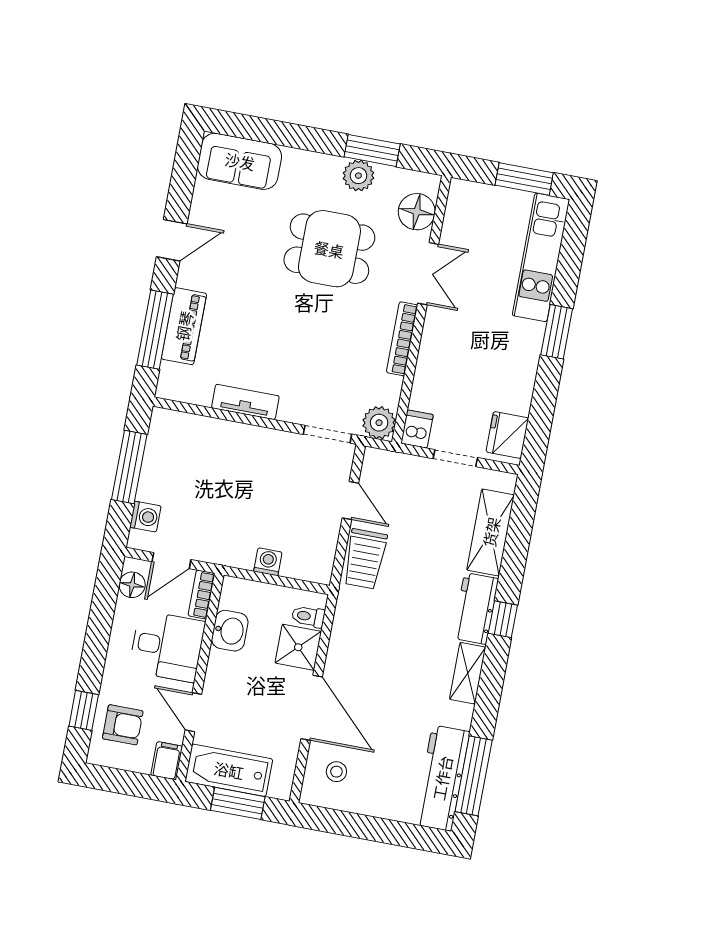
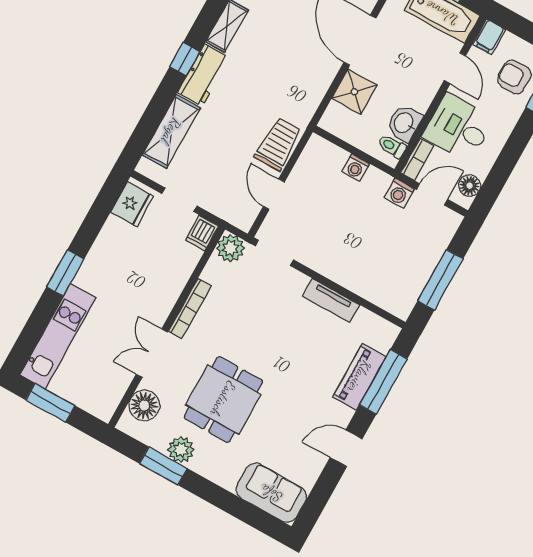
dining table: (329, 249) -> (223, 399), turned 90
washing machine: (145, 517) -> (399, 193), moved, turned -90
toilet: (308, 616) -> (392, 146), moved, turned 180

